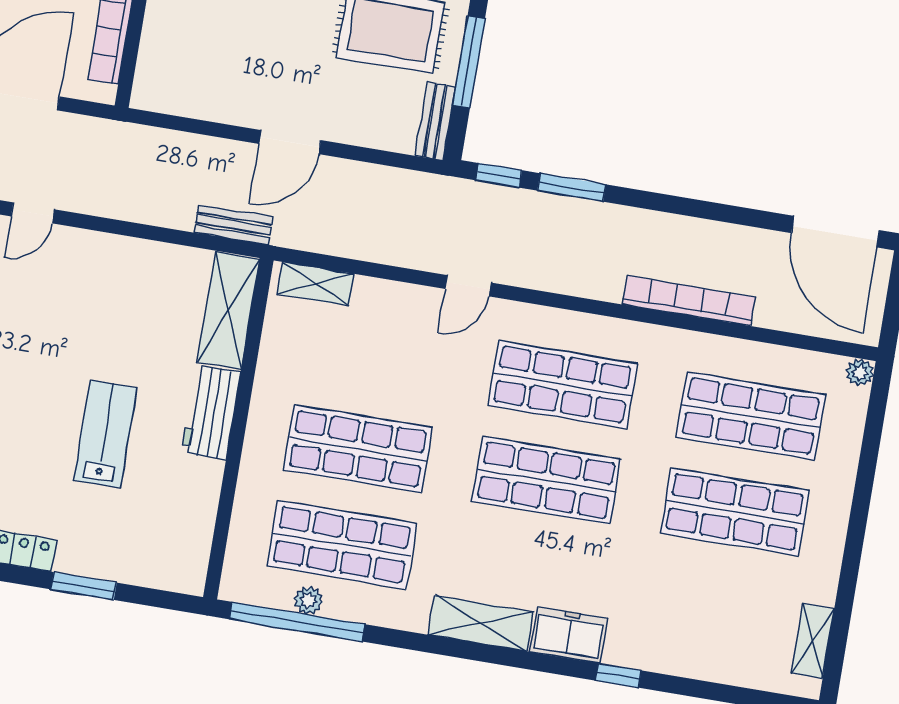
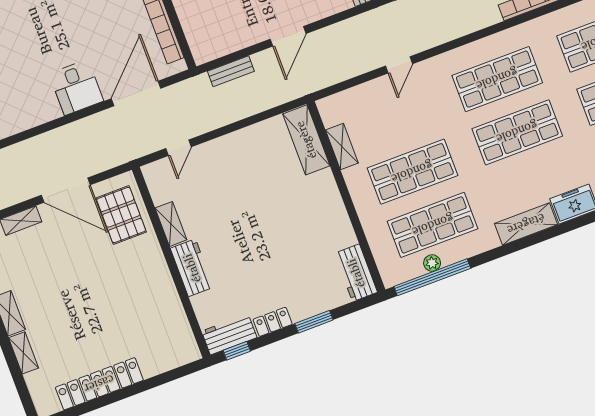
bench: (234, 225) -> (231, 71), moved
shelving: (316, 284) -> (342, 147), moved, turned 90
door: (468, 286) -> (399, 65), moved
workbench: (211, 412) -> (356, 273), moved
lab bench: (105, 434) -> (280, 238), removed

